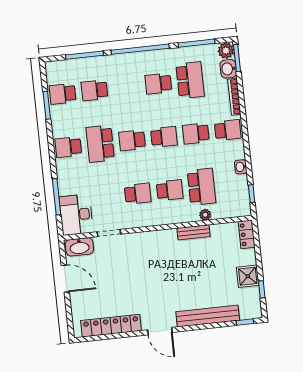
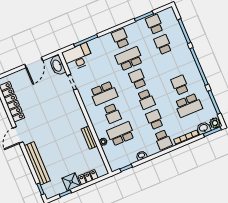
school desk: (202, 187) -> (121, 134), turned 180
school desk: (138, 194) -> (104, 93), width x1.85
locker: (247, 234) -> (88, 177), moved

